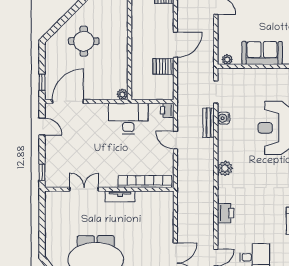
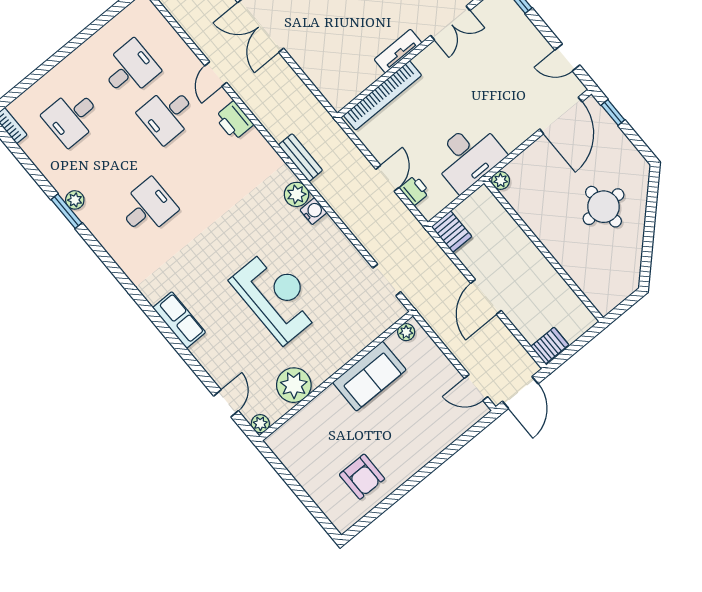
server rack: (163, 66) -> (452, 232), moved, turned 90
printer: (167, 110) -> (415, 190), moved
water cooler: (224, 118) -> (313, 211), moved
bench: (209, 123) -> (300, 158), moved
door: (175, 140) -> (387, 178), hinge flipped
printer: (226, 213) -> (234, 121), moved

